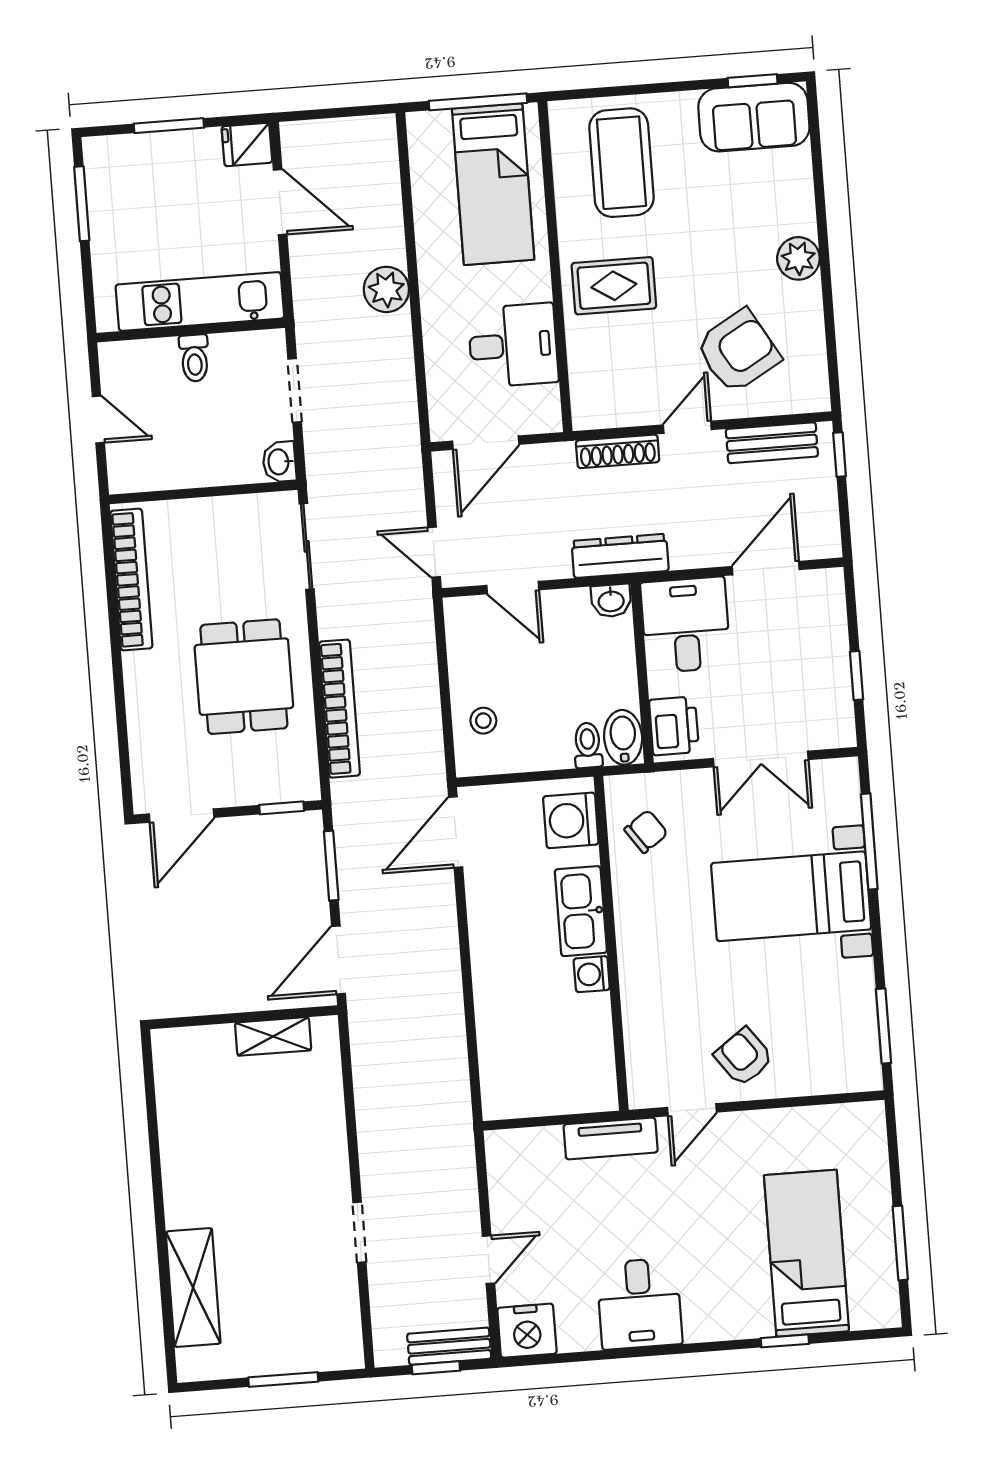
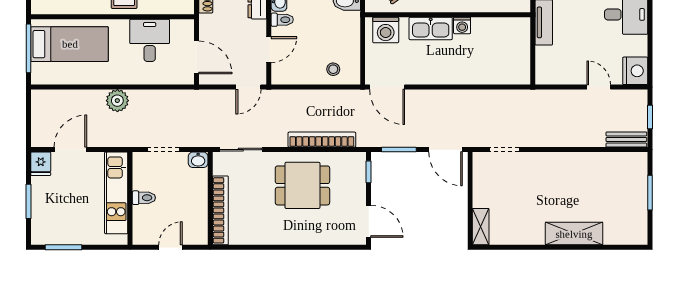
bookcase: (131, 580) -> (220, 210), moved, turned 90
toilet: (588, 745) -> (282, 20), moved, turned 180
shelving: (273, 1036) -> (481, 227), moved
doorway: (359, 1232) -> (504, 150), moved
shelving: (193, 1288) -> (574, 234), moved
bench: (449, 1346) -> (626, 140), moved, turned 90

